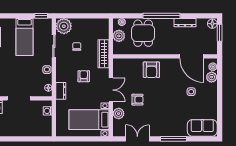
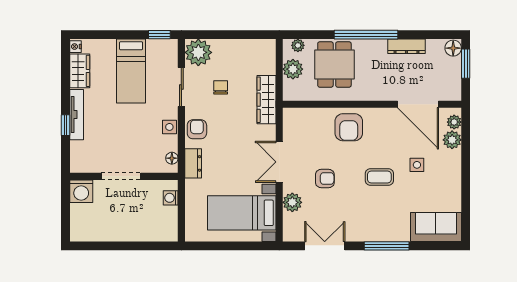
armchair: (84, 76) -> (197, 129), moved
double door: (111, 90) -> (279, 162), swing flipped
coffee table: (169, 99) -> (379, 177), added

